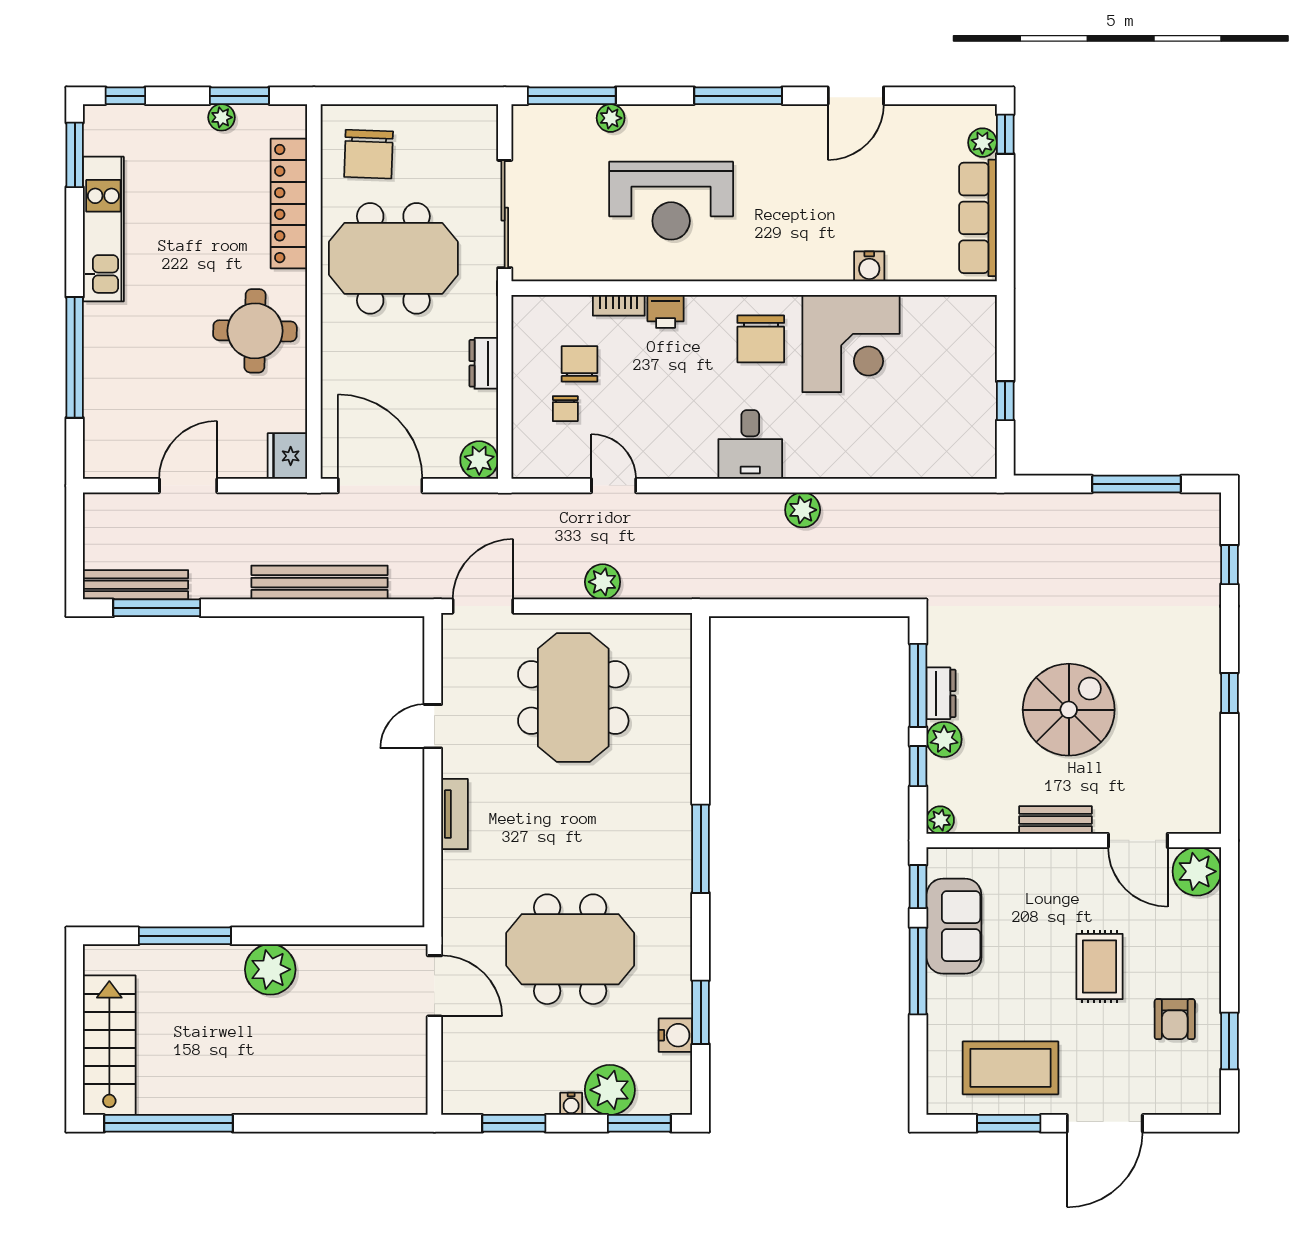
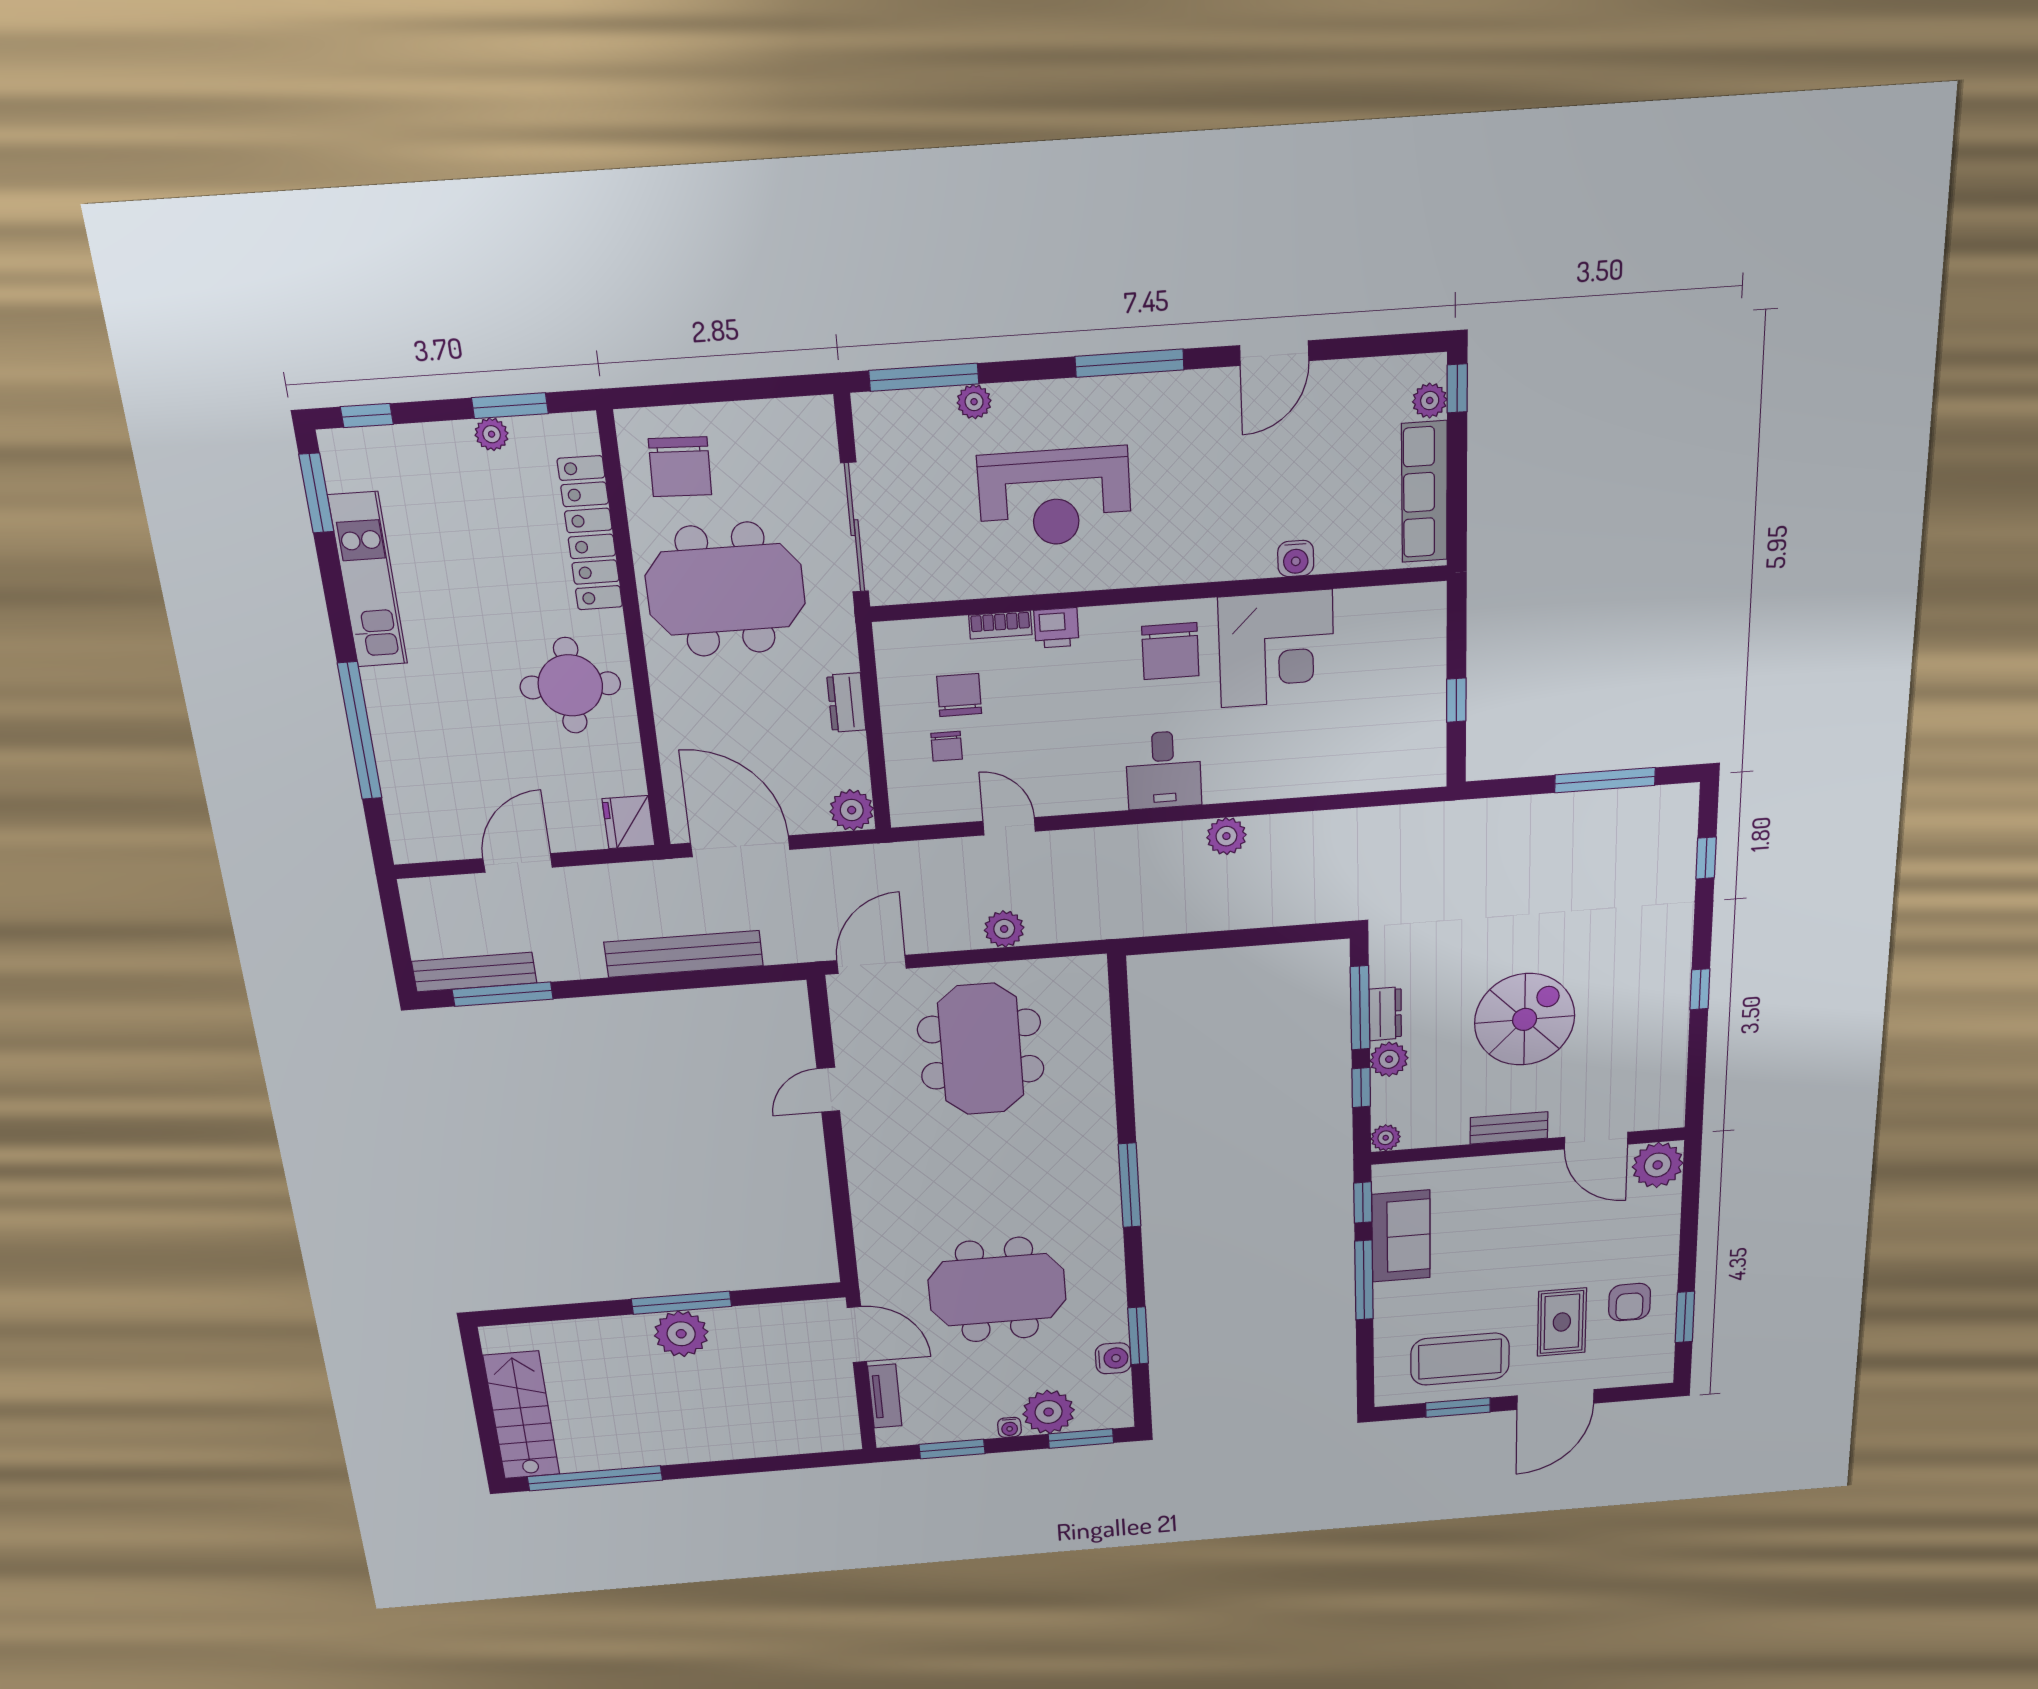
tv unit: (455, 814) -> (885, 1396), moved
window: (185, 936) -> (681, 1303), moved
rug: (1100, 967) -> (1562, 1322), moved

